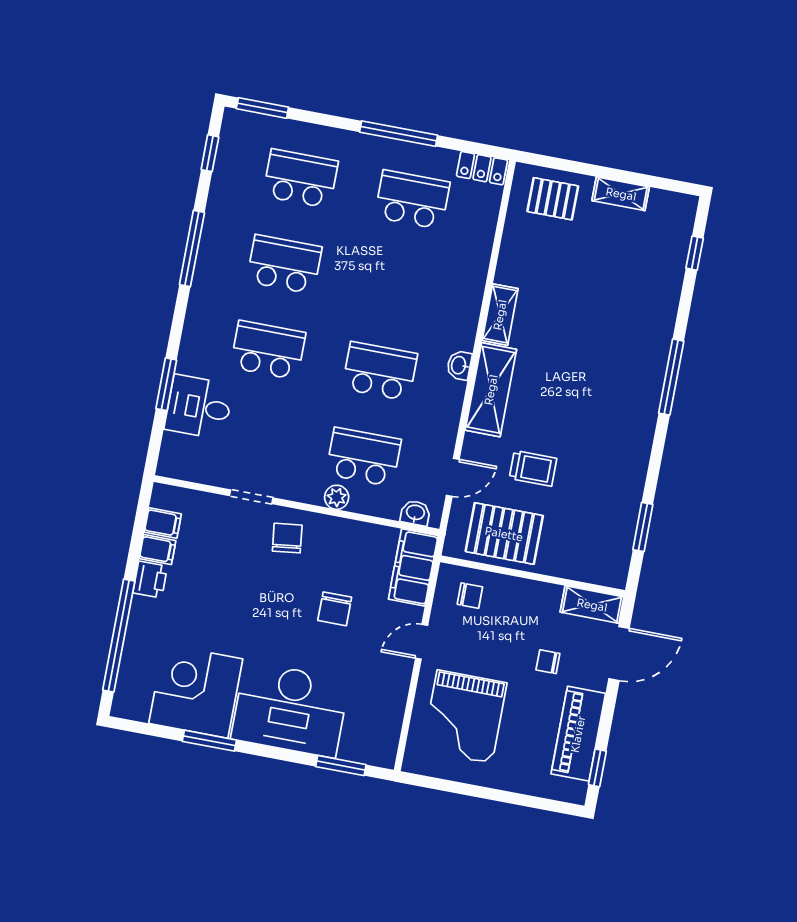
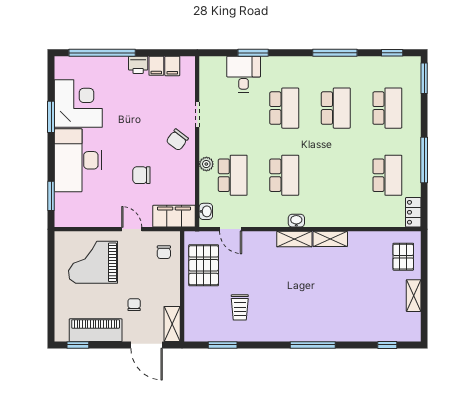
shelving: (491, 390) -> (294, 239), width x0.67, depth x0.75
trolley: (533, 468) -> (240, 307), moved
chair: (287, 538) -> (177, 140), turned 134

